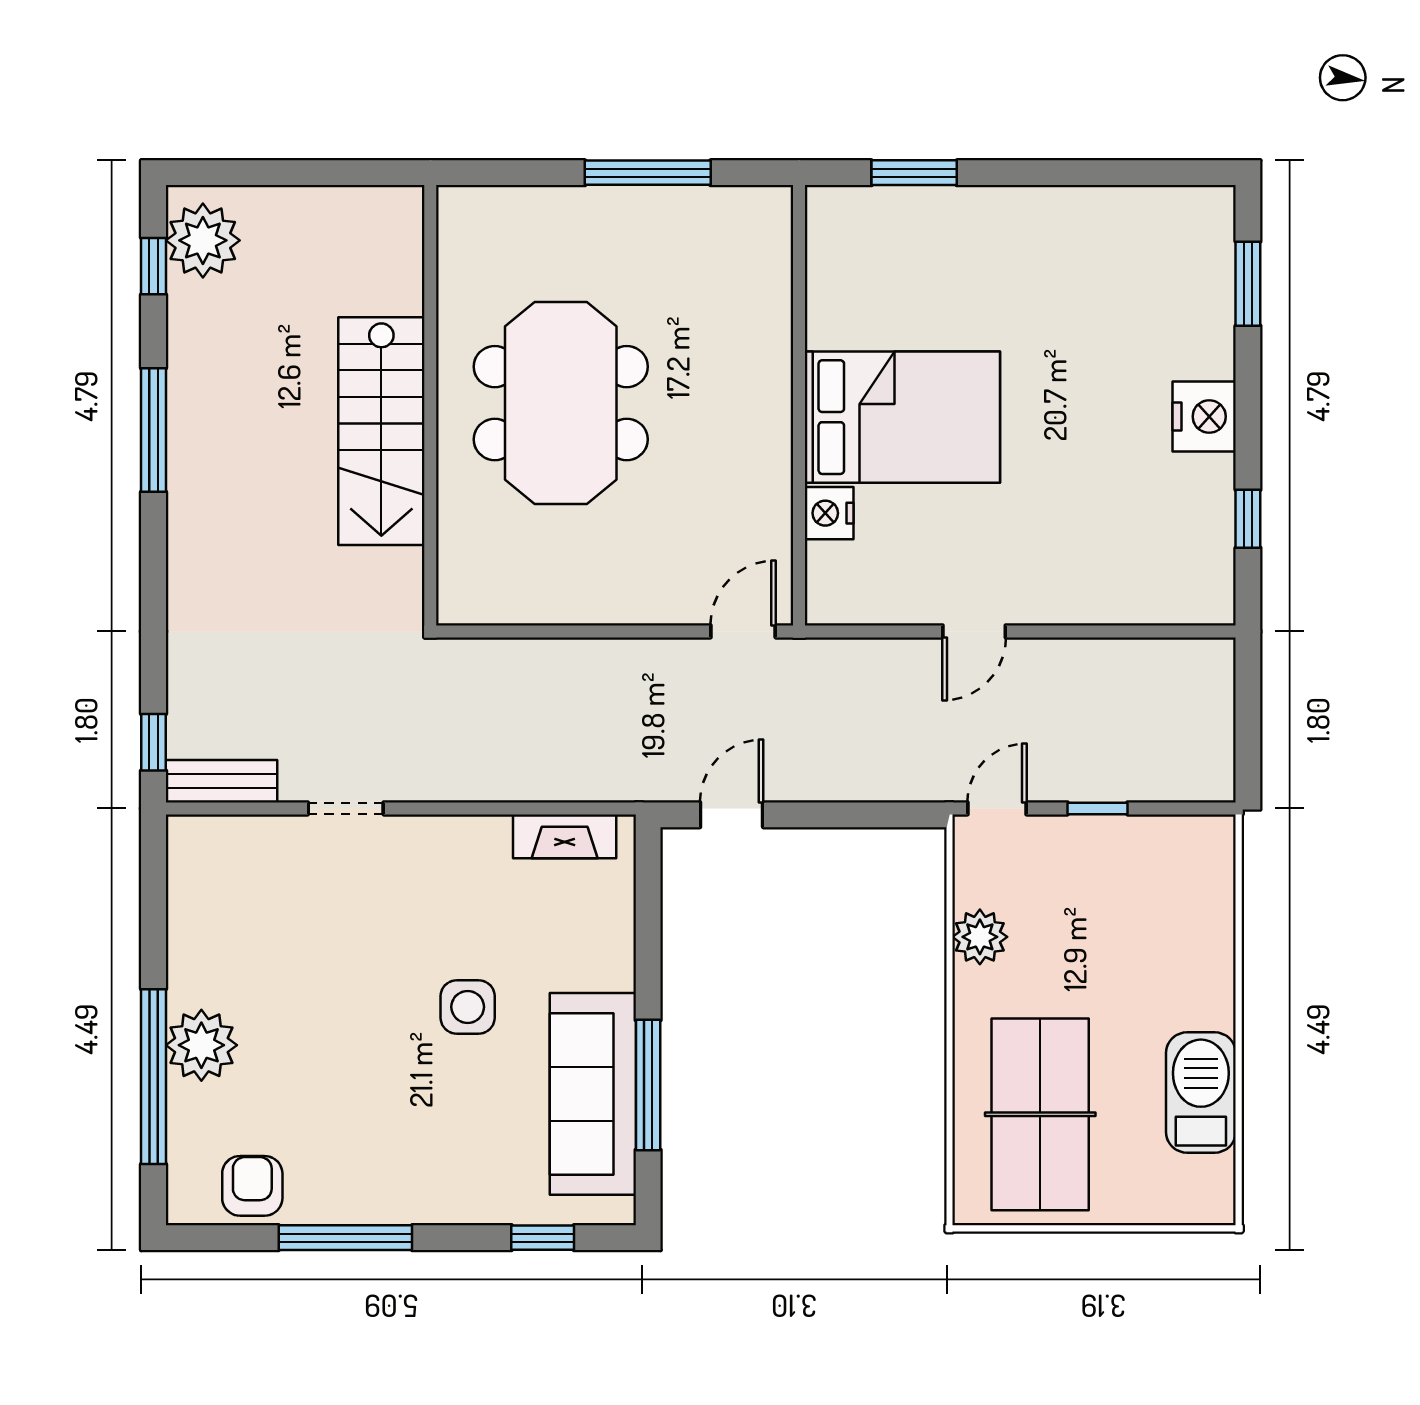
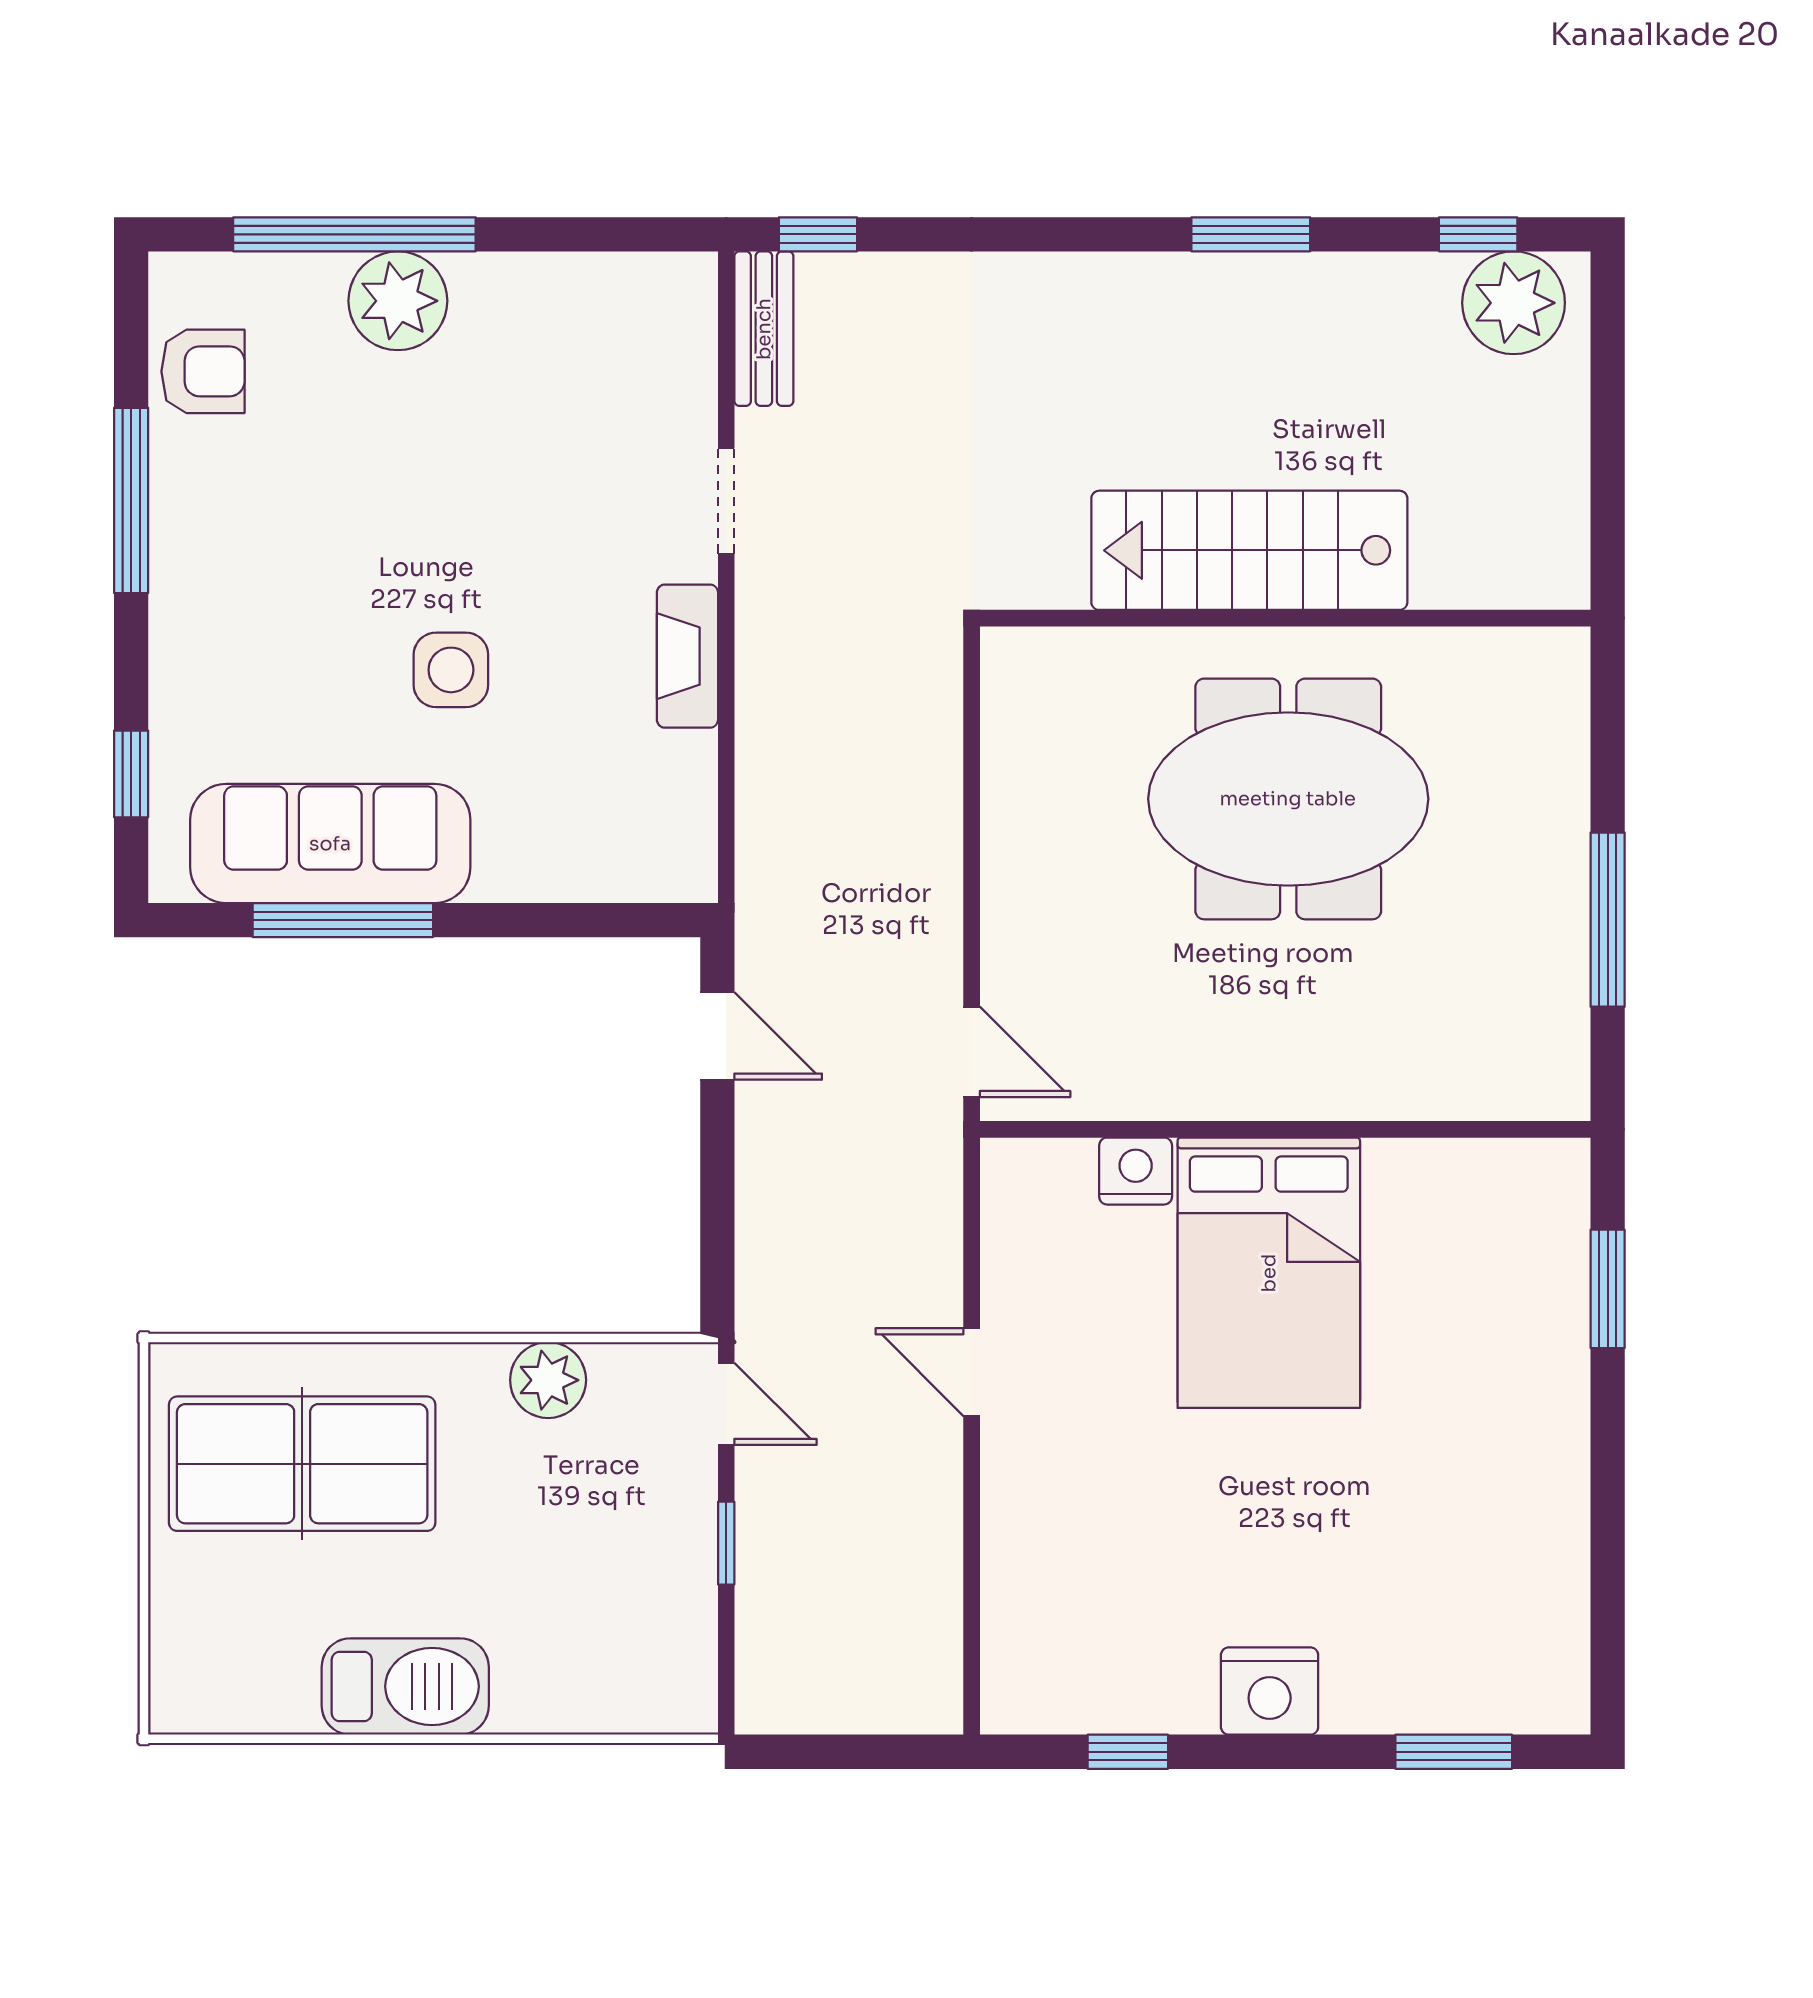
window: (153, 430) -> (1251, 234), width x0.69
fireplace: (565, 836) -> (687, 656), moved
barbecue: (1201, 1093) -> (405, 1686), moved

